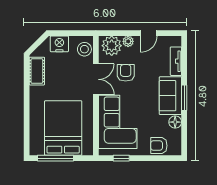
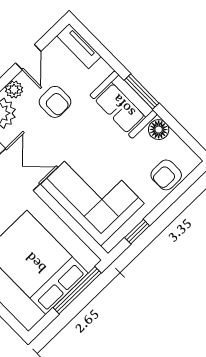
tv unit: (176, 61) -> (79, 46), moved
armchair: (126, 73) -> (55, 102), moved, turned 180
window: (55, 158) -> (77, 290), moved

